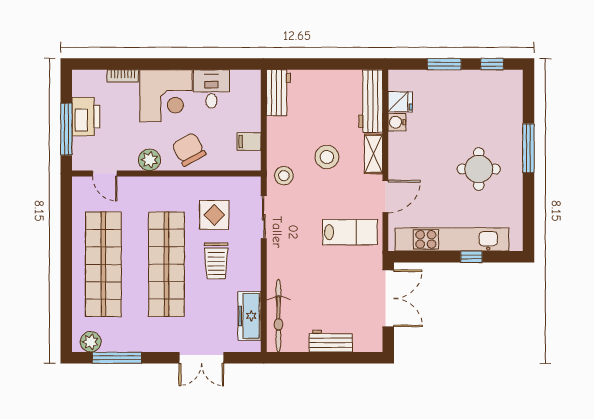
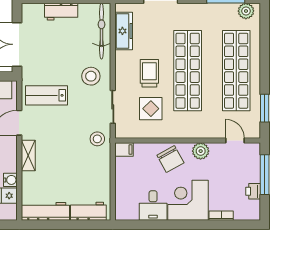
workbench: (278, 93) -> (88, 211), moved, turned 90
workbench: (371, 101) -> (45, 211), moved, turned -90
printer: (86, 117) -> (253, 191), width x0.53, depth x0.68
filing cabinet: (249, 142) -> (124, 150), moved
stool: (327, 157) -> (91, 76), moved
window: (66, 215) -> (265, 108), added

